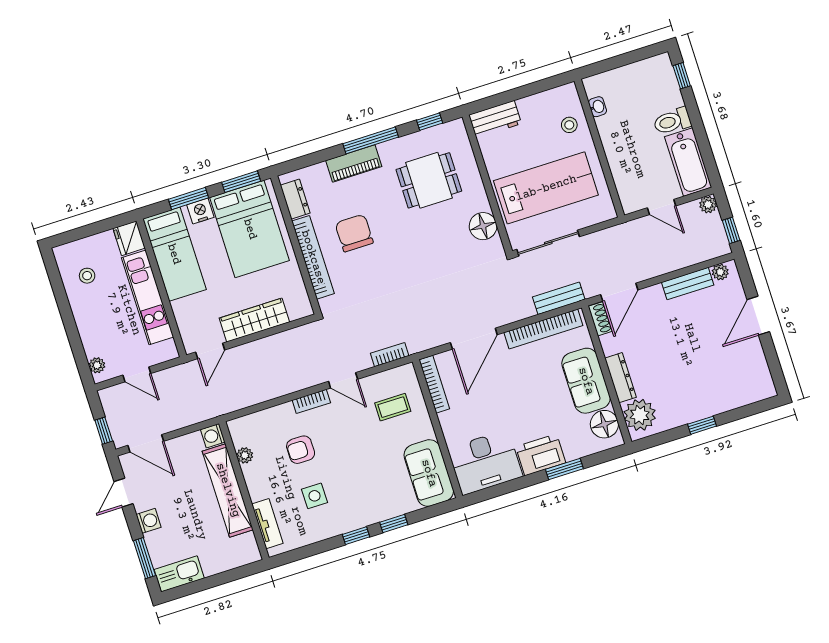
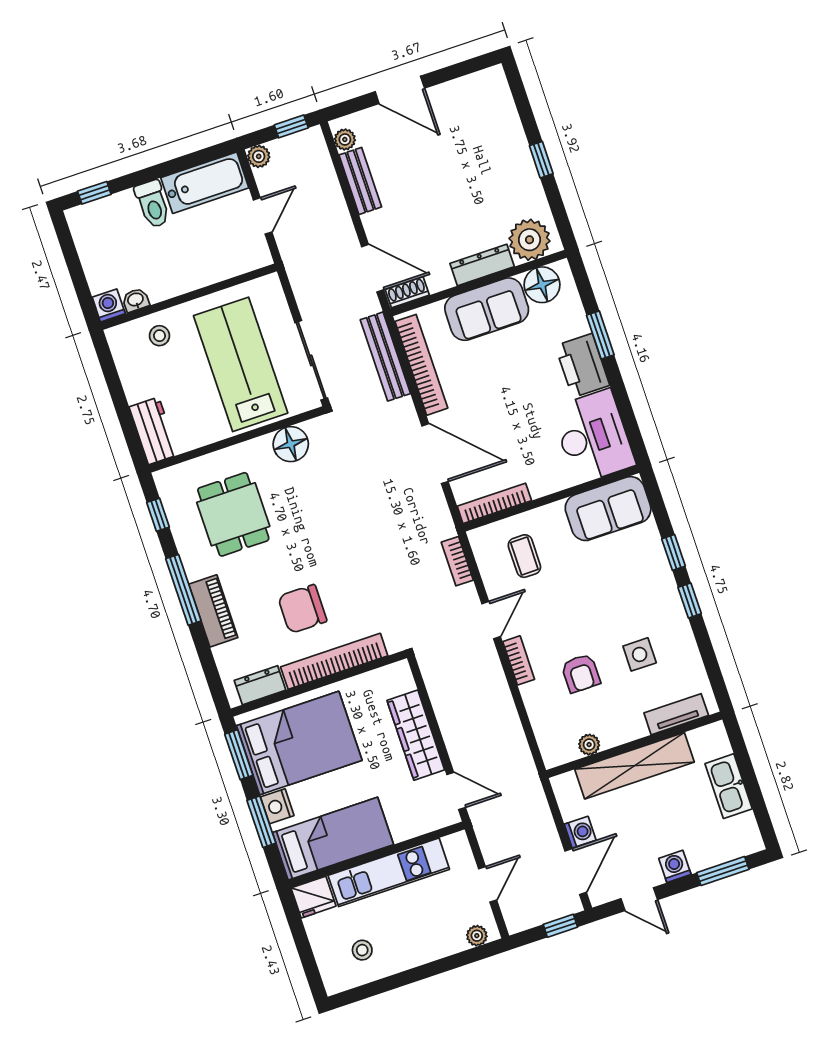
washing machine: (593, 86) -> (109, 305), added
bench: (559, 298) -> (385, 357), width x1.36
washing machine: (213, 436) -> (580, 832), moved, turned -90
kitchen sink: (179, 574) -> (729, 786), moved

